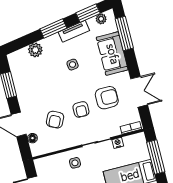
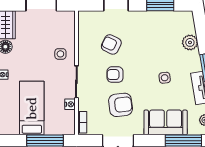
armchair: (107, 98) -> (121, 105), turned -97
floor lamp: (32, 138) -> (98, 16), removed

